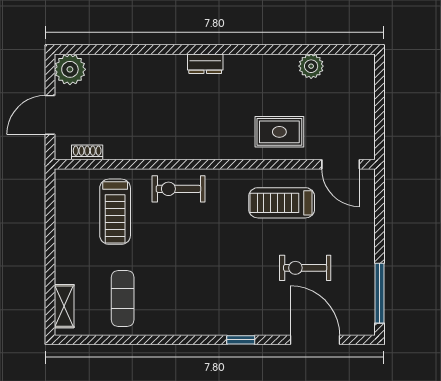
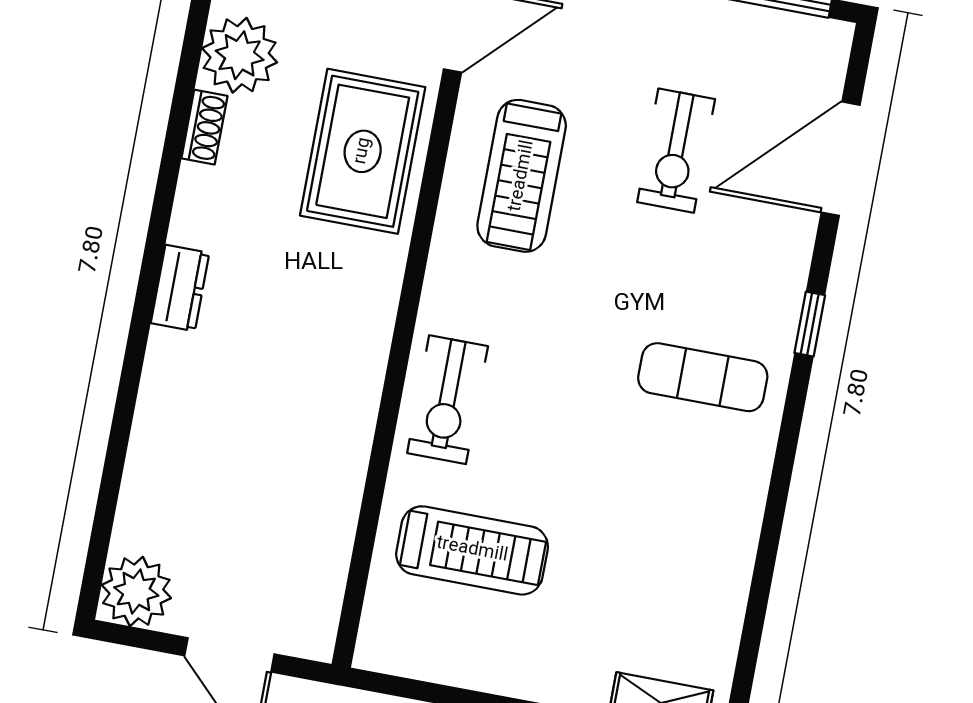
plant: (311, 66) -> (240, 55), width x1.36, depth x1.36
rug: (279, 132) -> (363, 151), width x1.36, depth x1.43
shoe rack: (87, 152) -> (204, 127), moved, turned 180
exercise mat: (123, 299) -> (703, 377), moved

